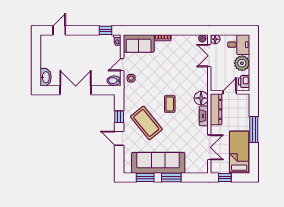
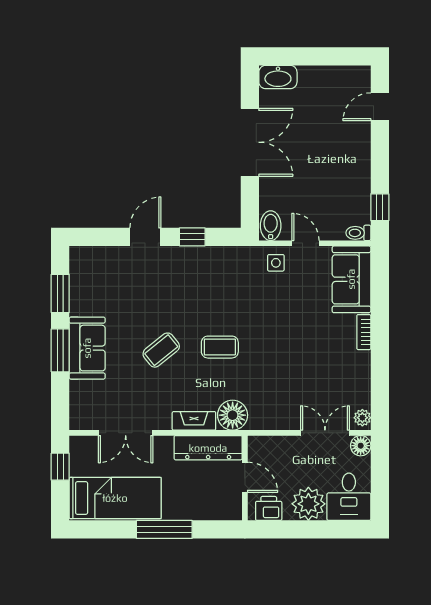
door: (59, 30) -> (380, 107), swing flipped
coffee table: (146, 123) -> (161, 350), moved, width x0.54, depth x0.58
sofa: (158, 163) -> (87, 348), width x0.54, depth x0.79

